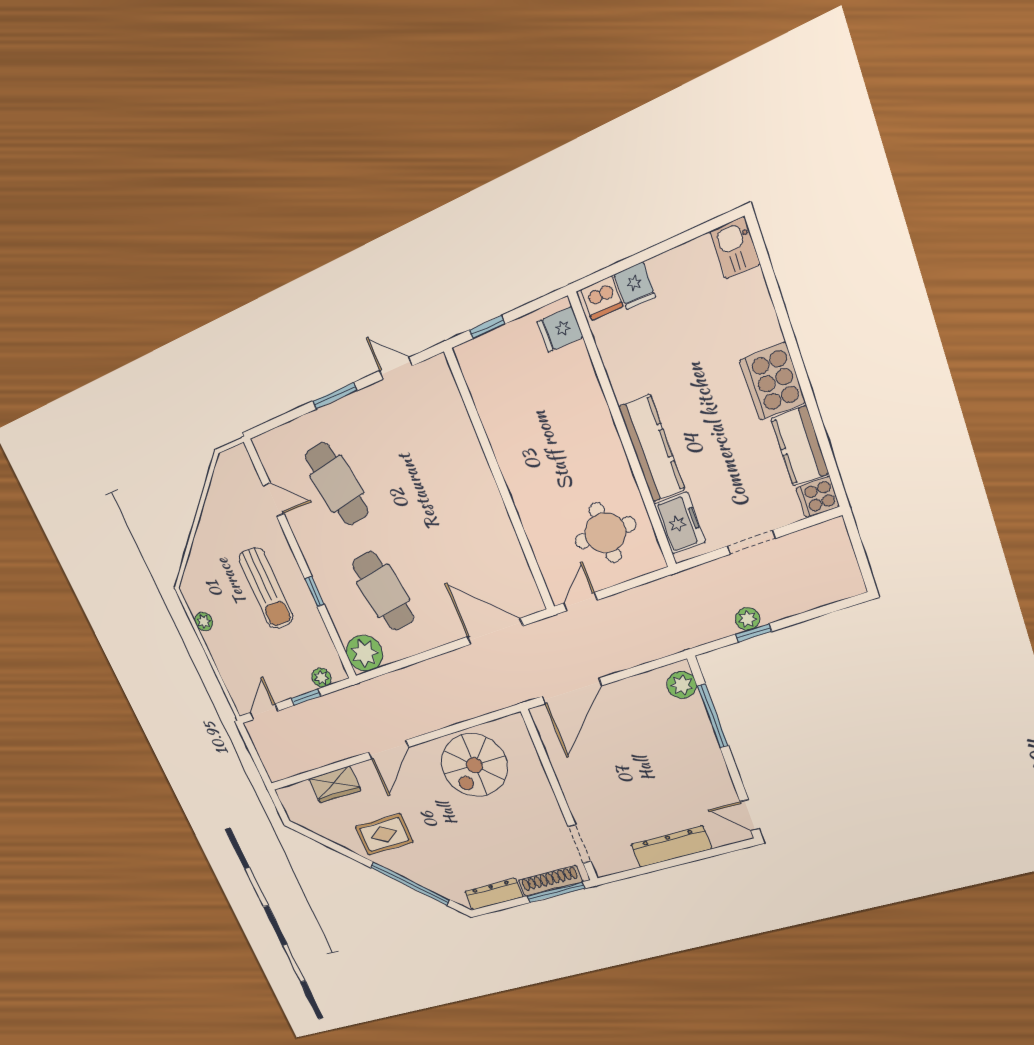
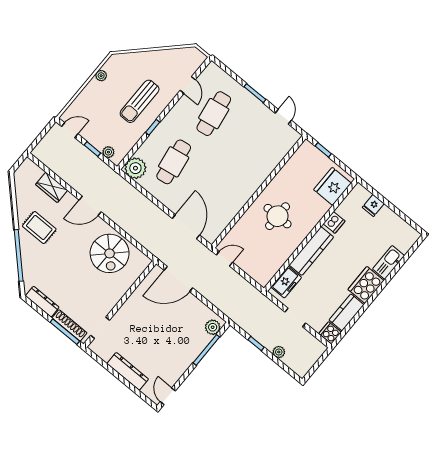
kitchen sink: (735, 248) -> (389, 262), moved, width x1.38
dishwasher: (602, 298) -> (334, 222), moved, turned -90
fridge: (560, 329) -> (332, 186), width x1.88, depth x1.34
round table: (605, 533) -> (278, 216), moved
plant: (748, 619) -> (279, 352), moved
spiral stairs: (474, 765) -> (110, 253), turned -90

